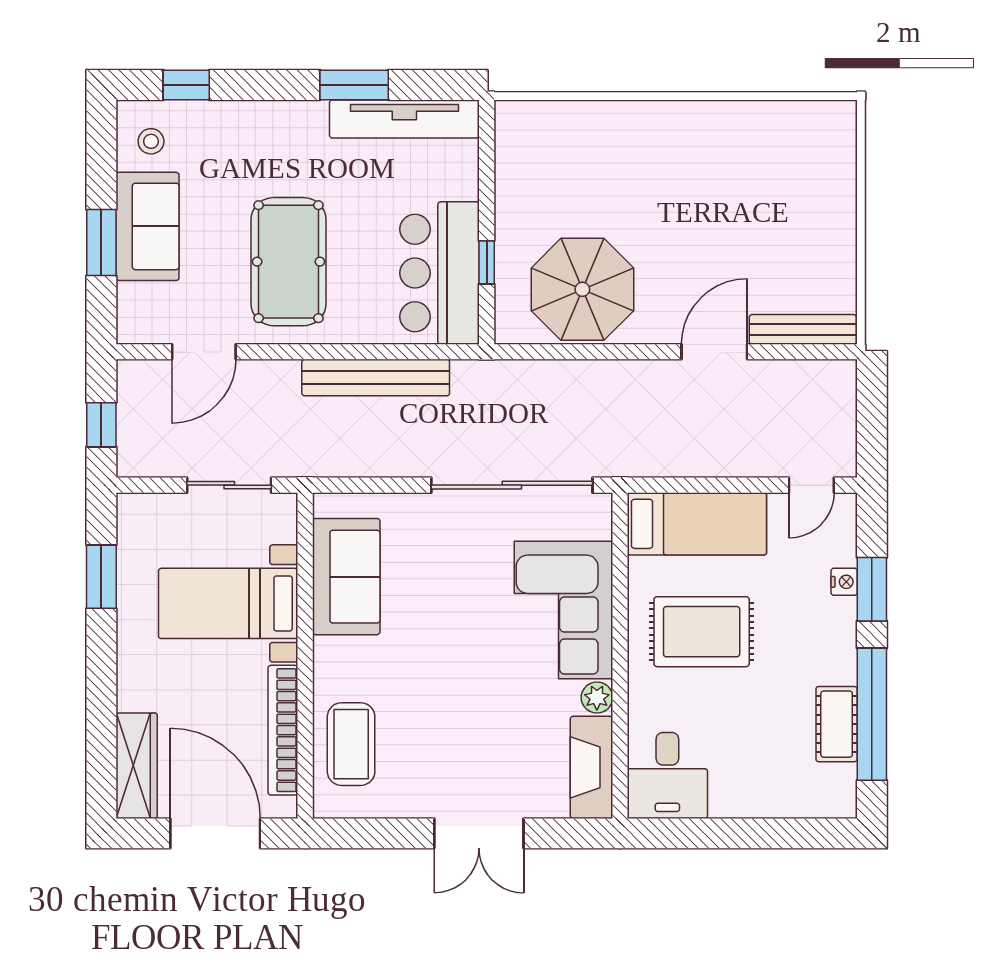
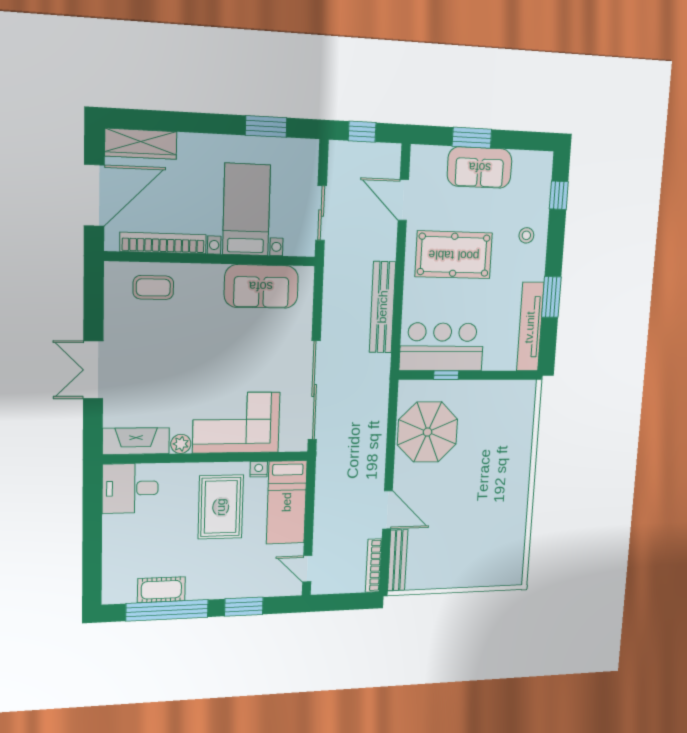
stool: (151, 141) -> (526, 235), moved
bookcase: (811, 371) -> (374, 566), added
nightstand: (844, 582) -> (259, 469), moved, turned 180
coffee table: (351, 744) -> (153, 287), width x0.73, depth x0.77

